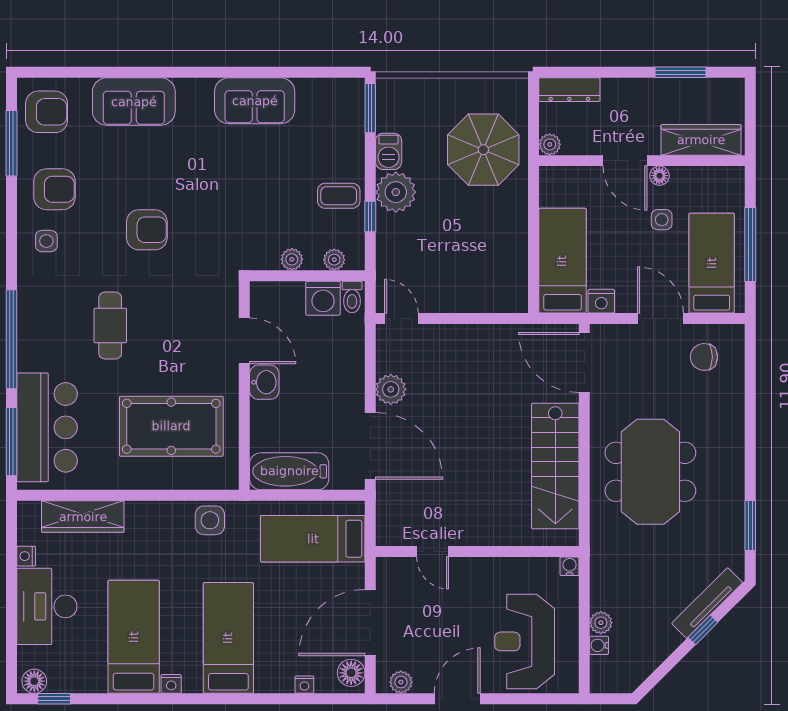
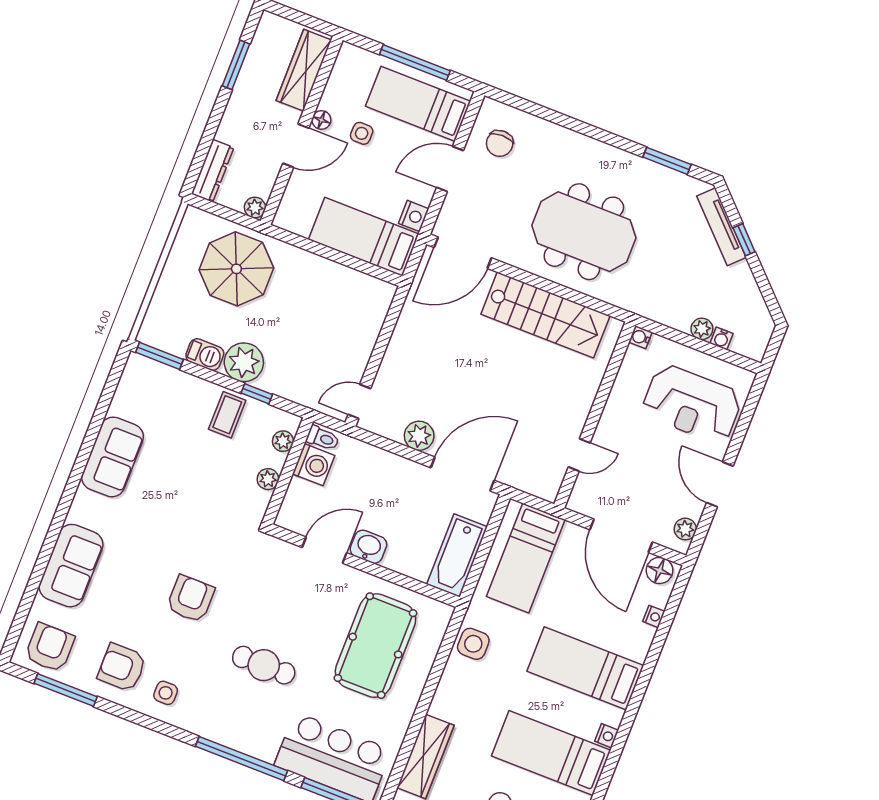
armchair: (54, 189) -> (122, 667), turned -90

